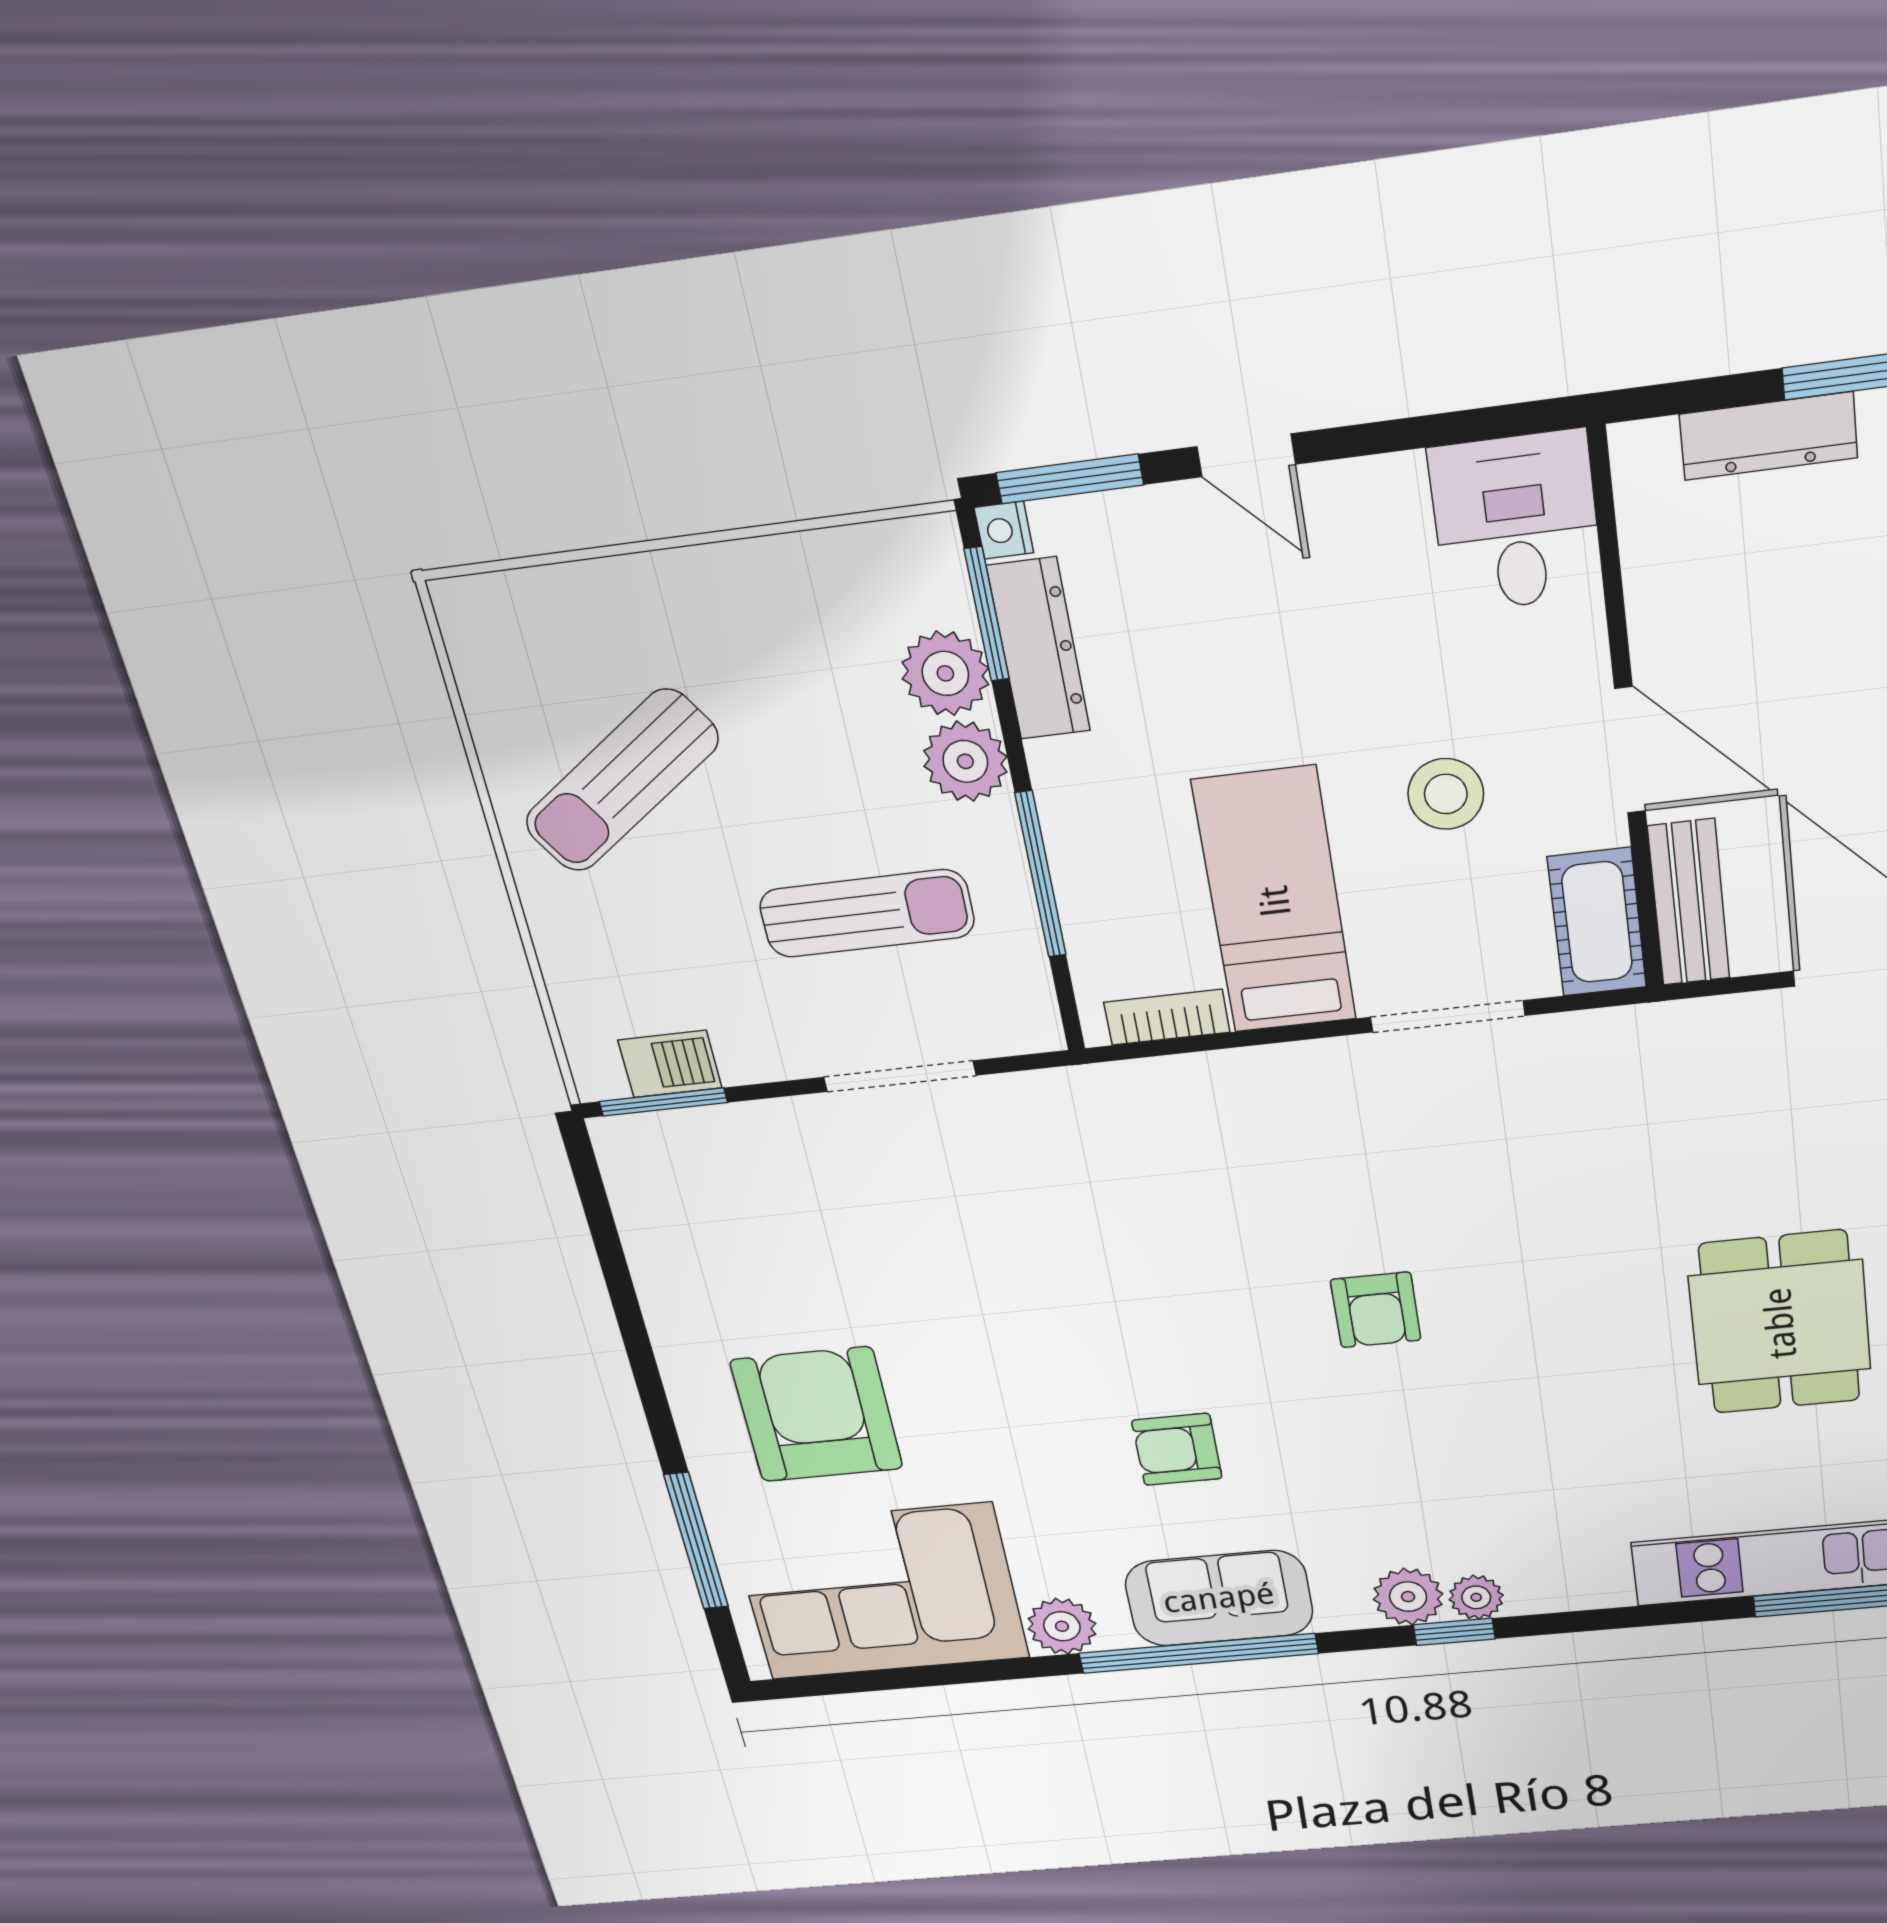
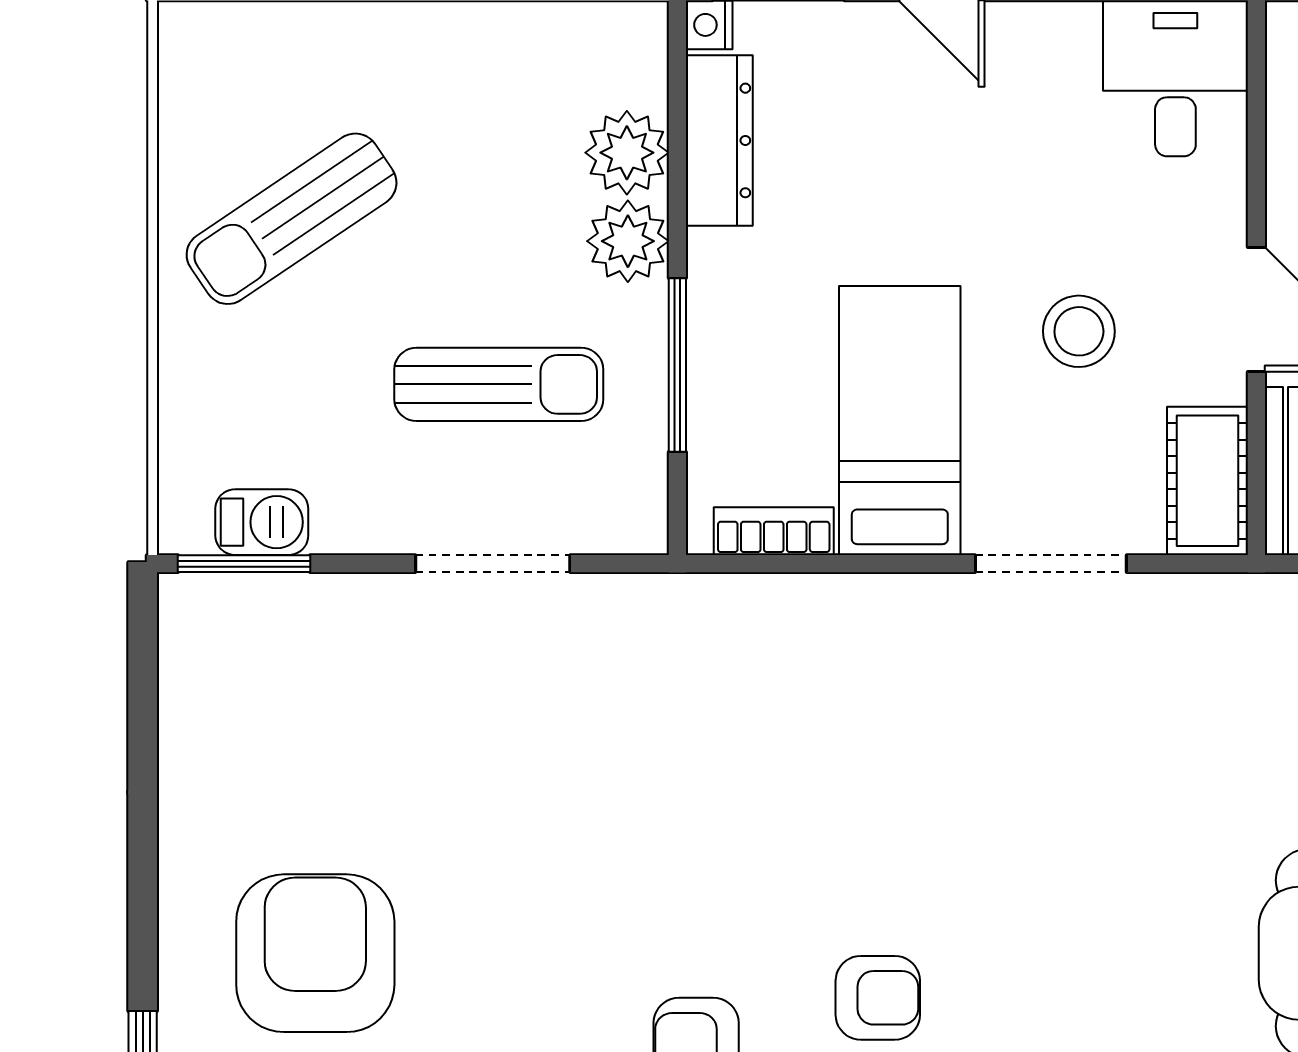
window: (987, 614) -> (677, 101), removed
armchair: (1376, 1310) -> (878, 998), moved, turned -90

